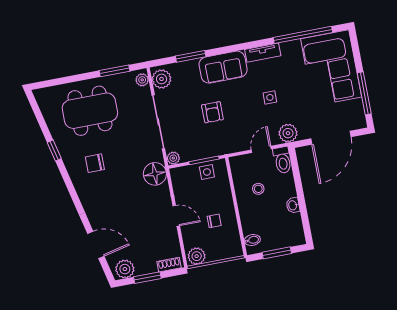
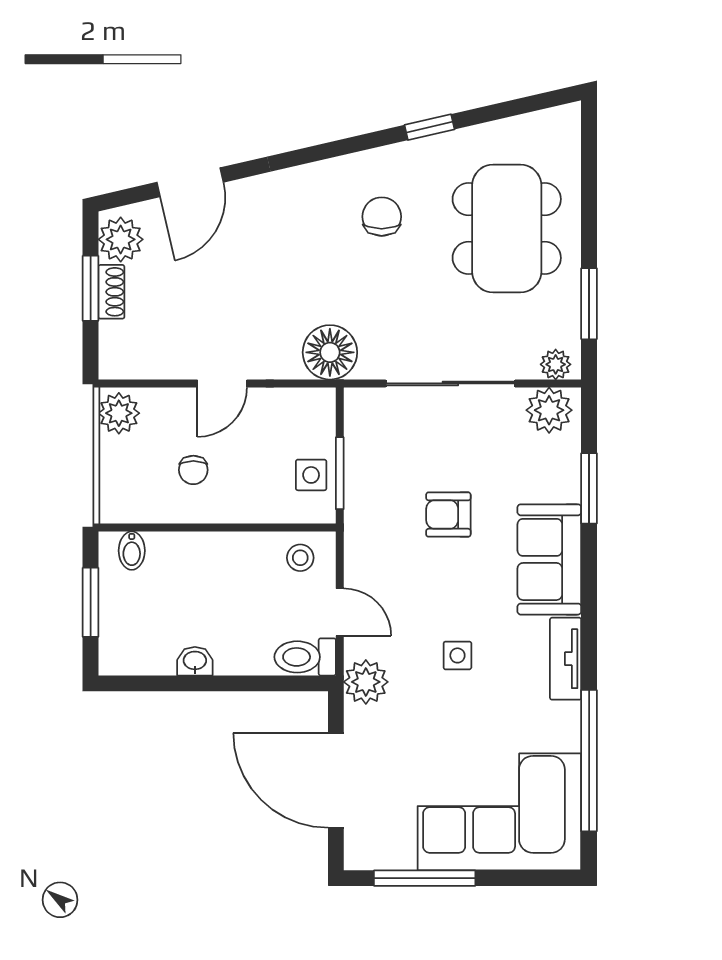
plant: (173, 158) -> (359, 402), removed
stool: (258, 189) -> (300, 558), moved
shoe rack: (169, 265) -> (111, 292), moved

